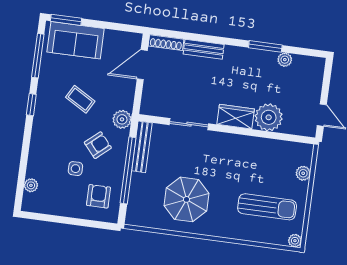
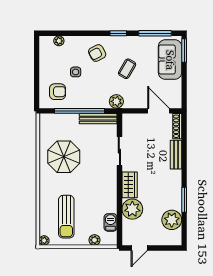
plant: (285, 60) -> (172, 220), width x1.87, depth x1.87
armchair: (98, 145) -> (97, 53), moved, turned 103
barbecue: (283, 149) -> (111, 222), added

